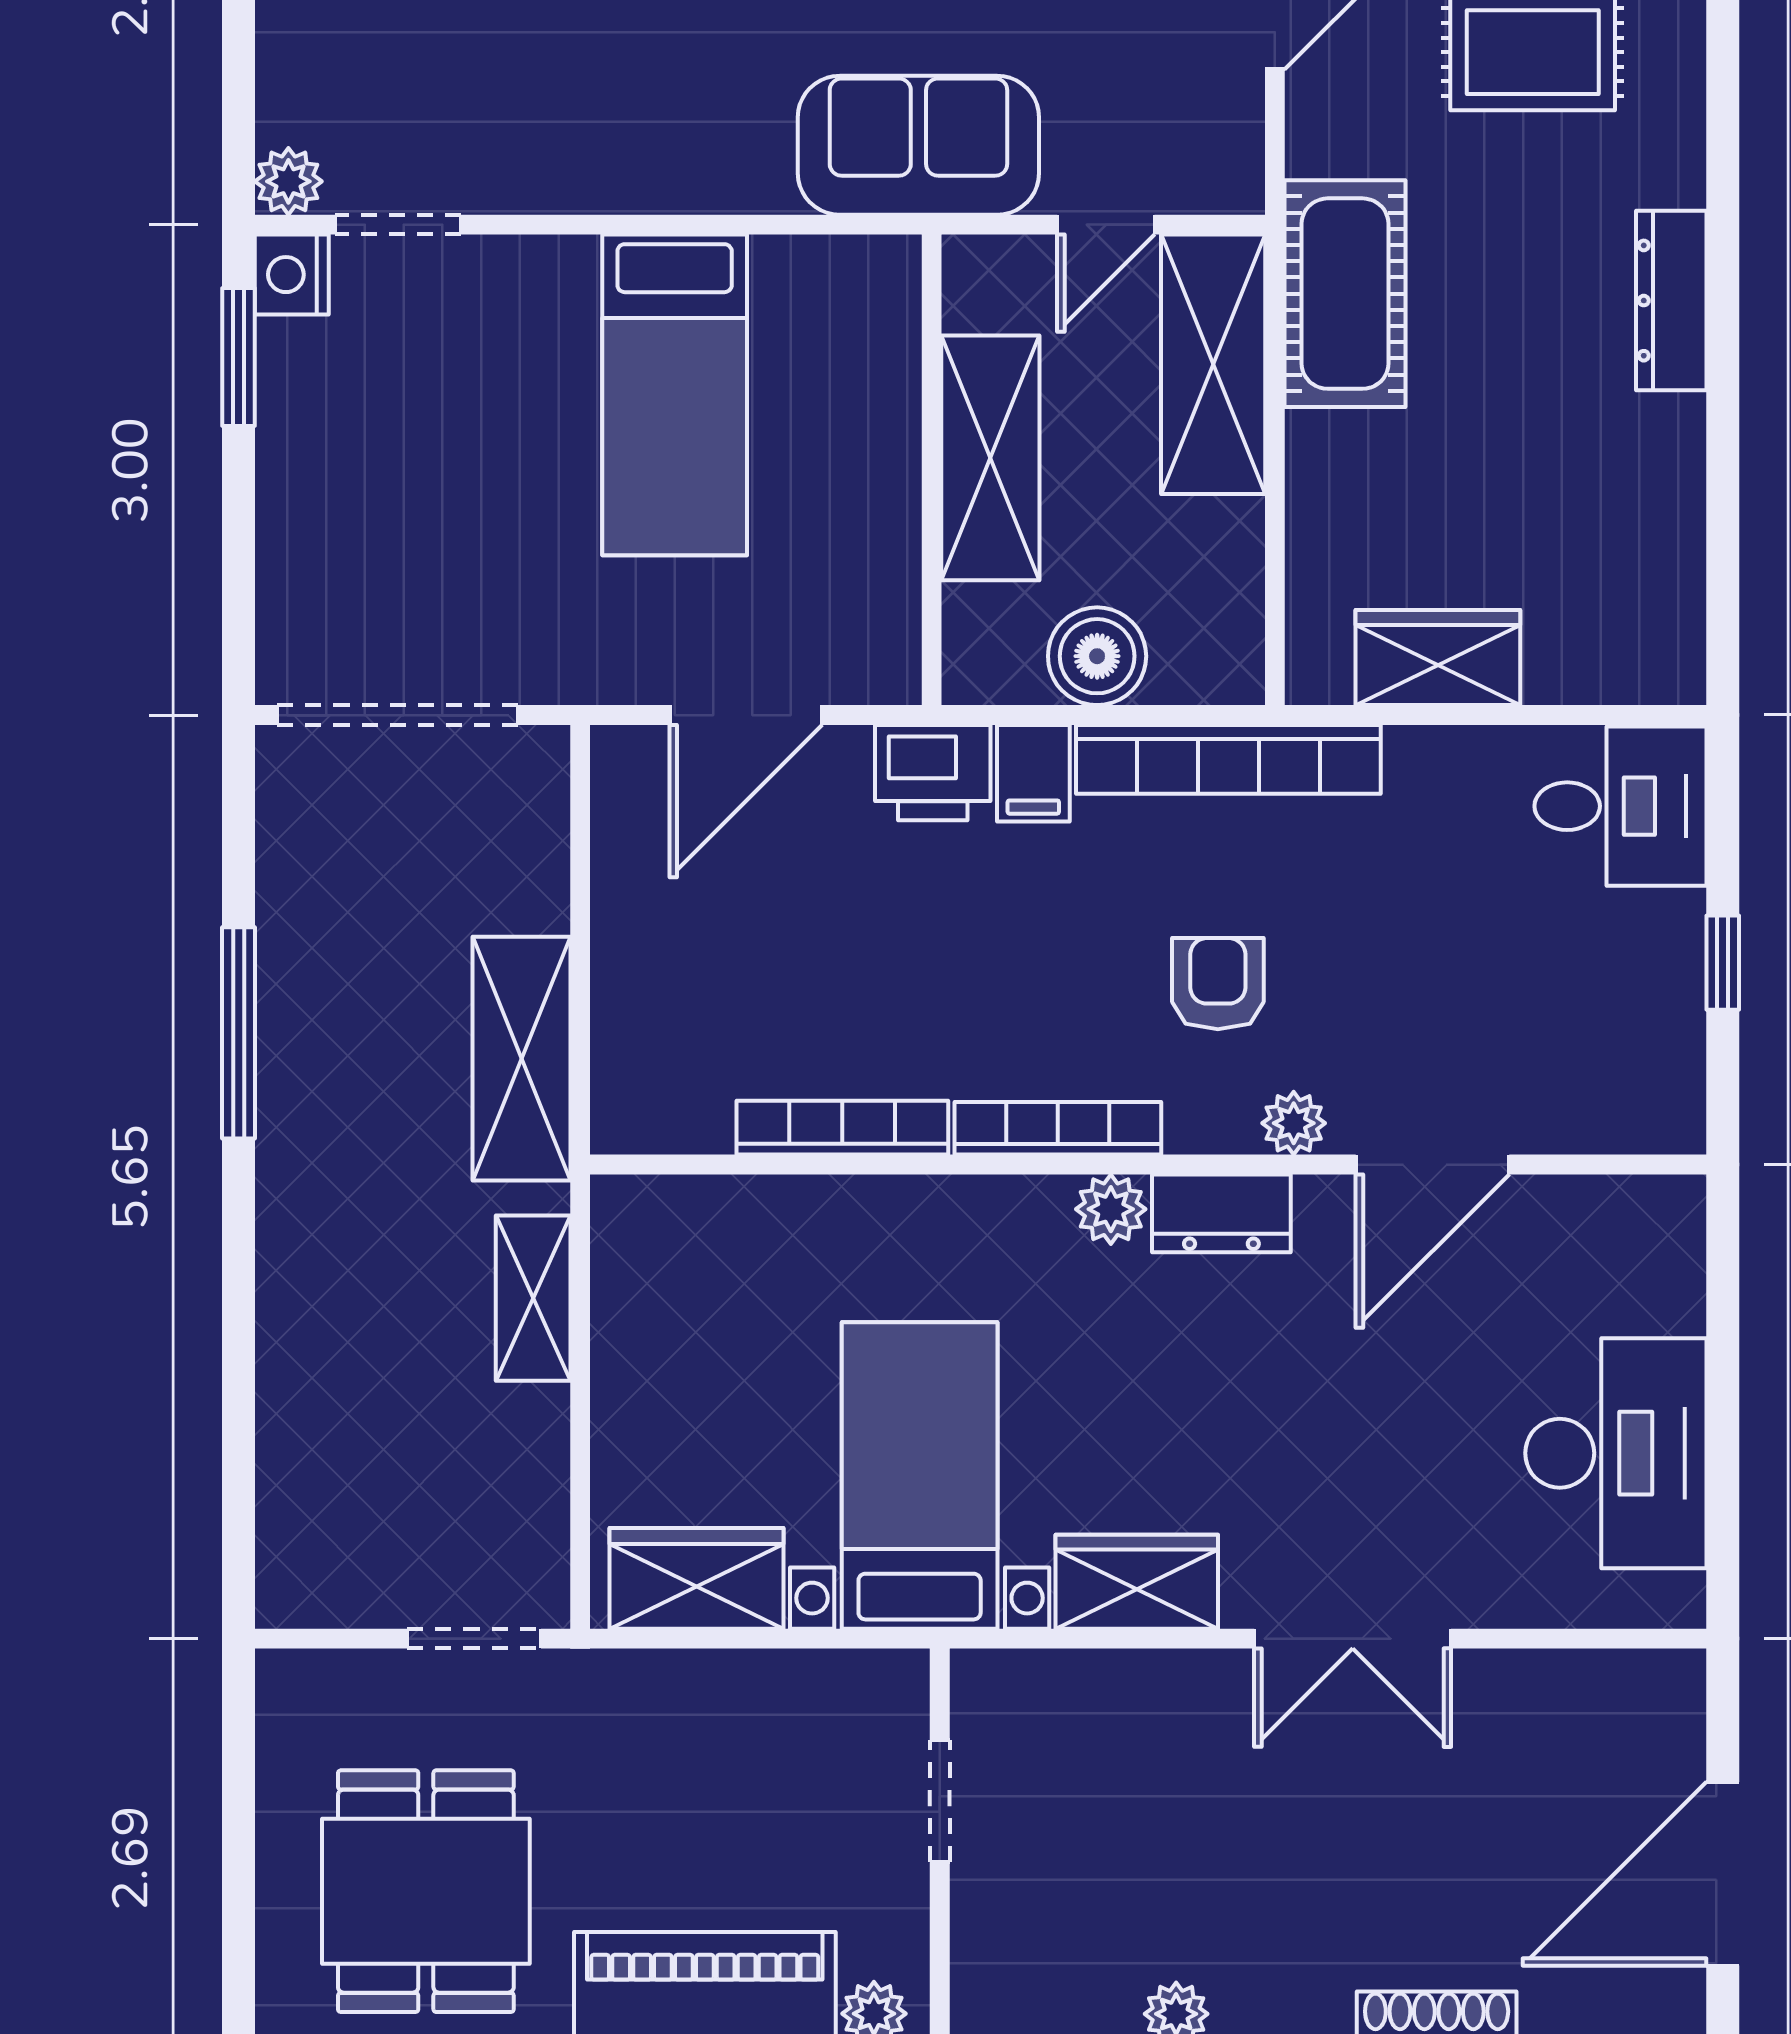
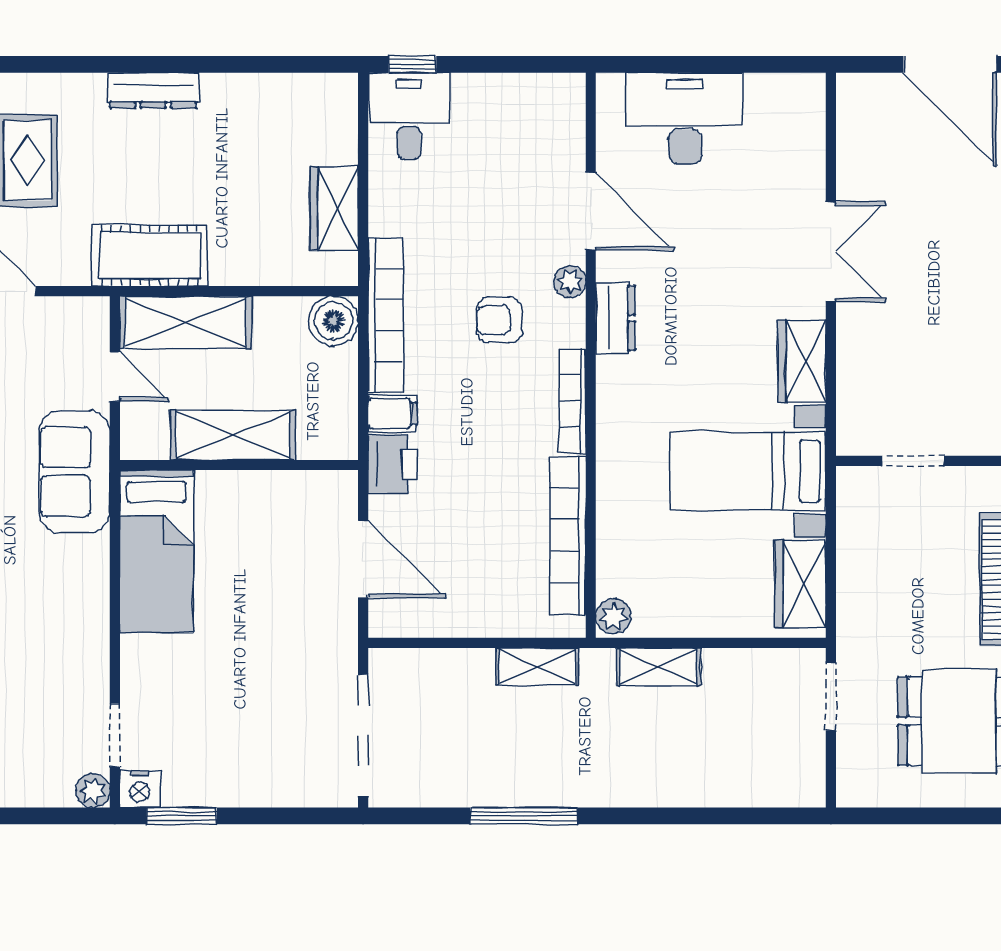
bed: (675, 395) -> (156, 551), moved, turned 90
boiler: (1097, 656) -> (333, 321), moved
window: (1723, 963) -> (412, 64), moved
shelving: (522, 1059) -> (537, 666), width x0.67, depth x0.75
bookcase: (842, 1128) -> (568, 536), width x1.48, depth x1.31
plant: (1111, 1209) -> (613, 616), moved
desk: (1616, 1453) -> (685, 118), moved

